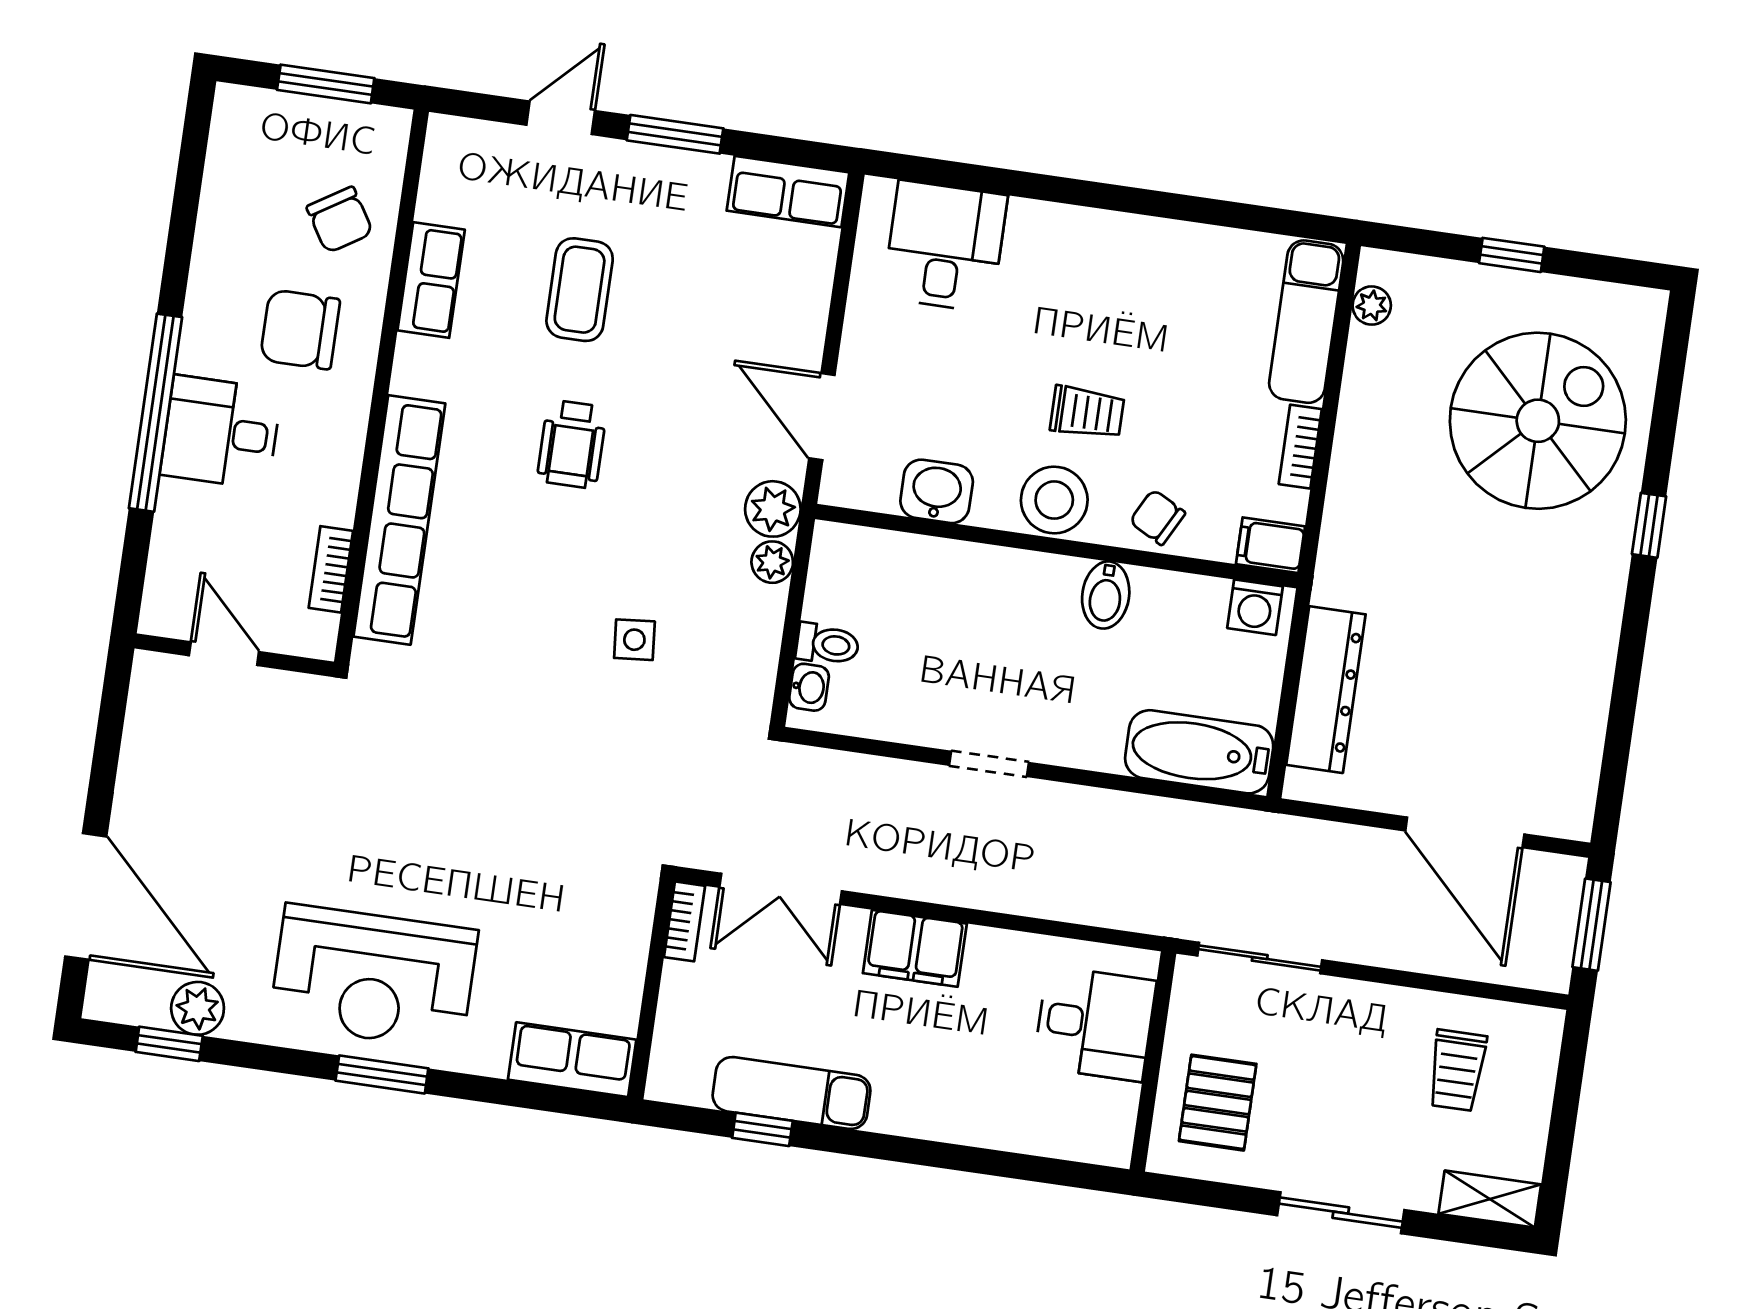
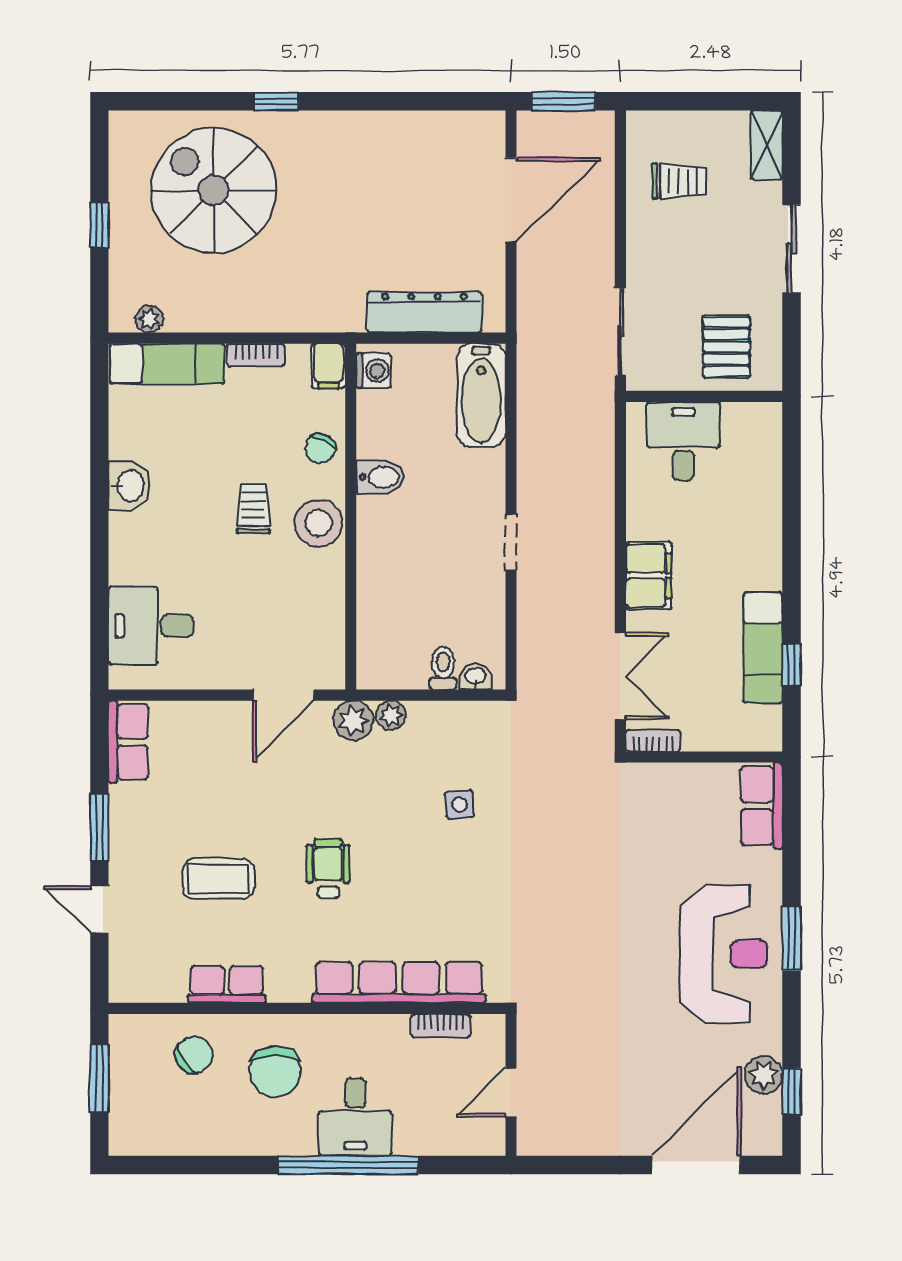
wheelchair: (572, 444) -> (328, 868), turned -90
washbasin: (937, 491) -> (129, 486), moved, turned 180
pallet: (1218, 1103) -> (726, 347), turned 90

